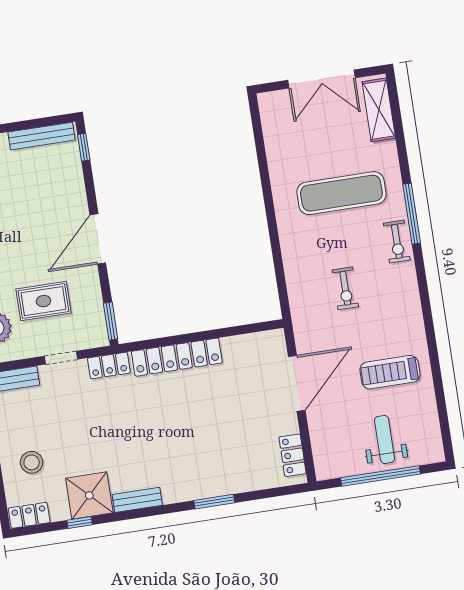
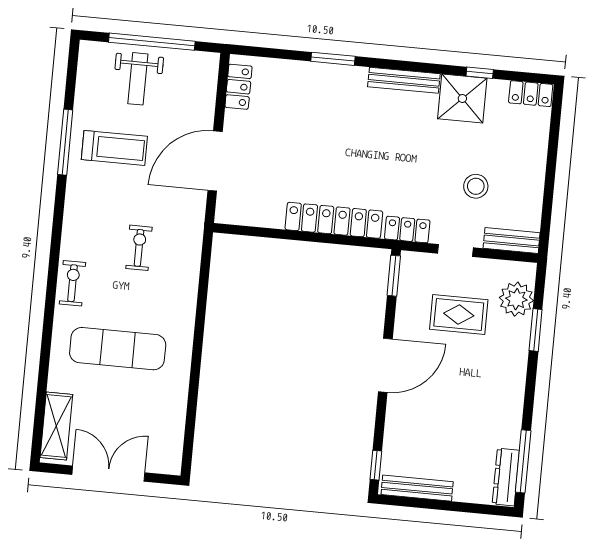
window: (412, 214) -> (65, 142), moved
stool: (32, 462) -> (476, 186), moved
bench: (137, 500) -> (404, 80), width x1.36

